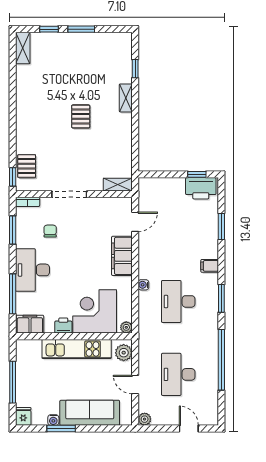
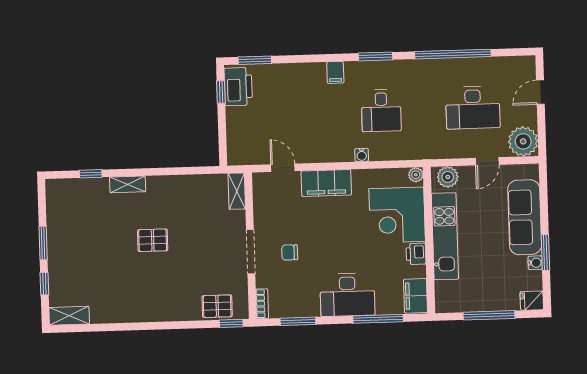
window: (221, 227) -> (255, 60), moved
chair: (50, 231) -> (290, 252), moved
desk: (178, 301) -> (381, 110), width x0.73
plant: (145, 419) -> (523, 141), width x1.88, depth x1.88

